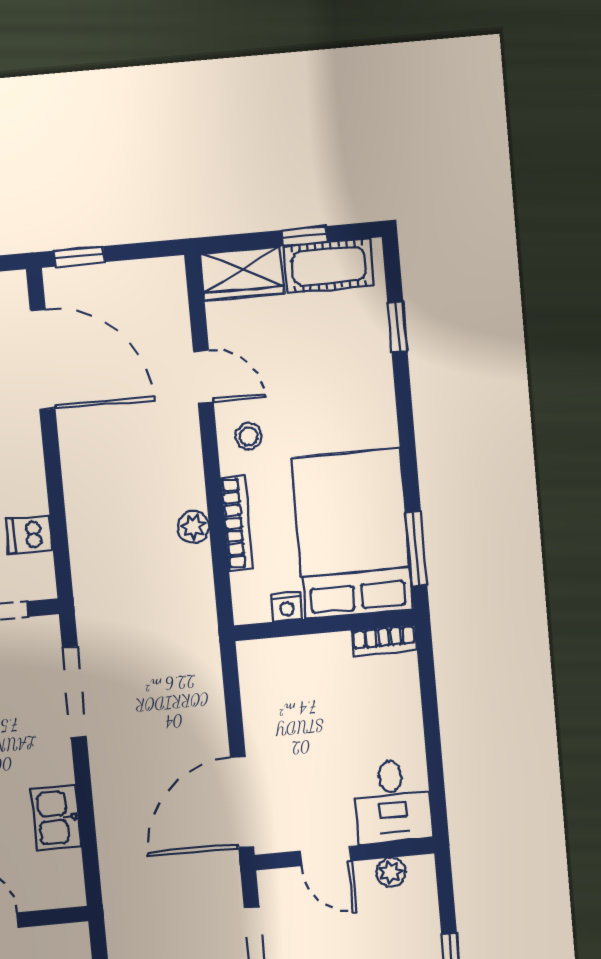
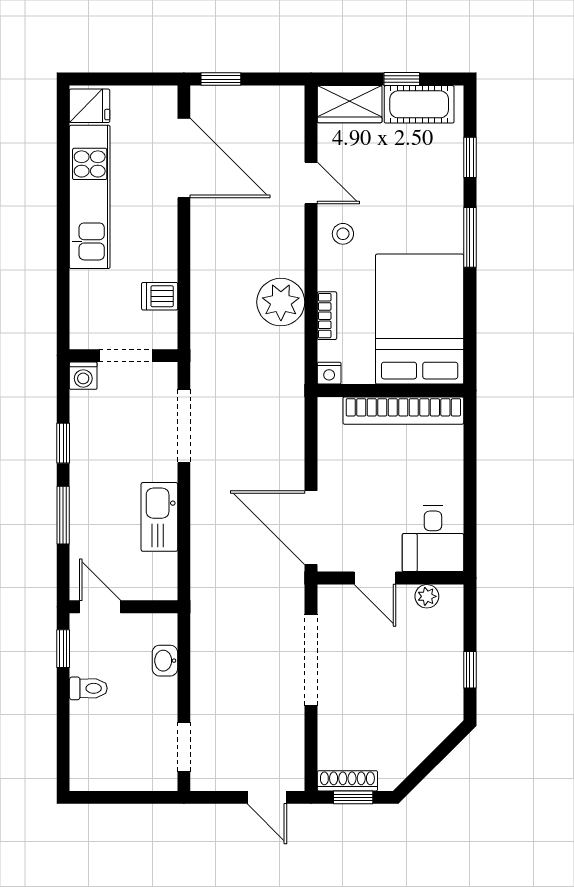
bookcase: (236, 523) -> (327, 316), width x0.64
plant: (193, 527) -> (281, 302), width x1.88, depth x1.88
window: (416, 549) -> (470, 237), moved
nightstand: (287, 607) -> (329, 373), moved
bookcase: (384, 640) -> (403, 411), width x2.31, depth x1.31
door: (242, 802) -> (311, 528), hinge flipped
kitchen sink: (56, 818) -> (159, 517), width x1.38

